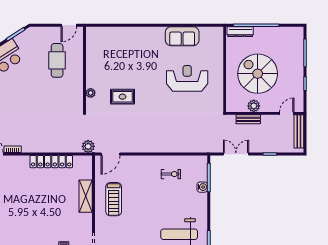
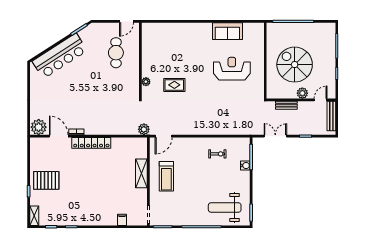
dresser: (240, 32) -> (279, 27), removed
plant: (254, 106) -> (302, 93), moved
locker: (51, 162) -> (91, 143), moved

